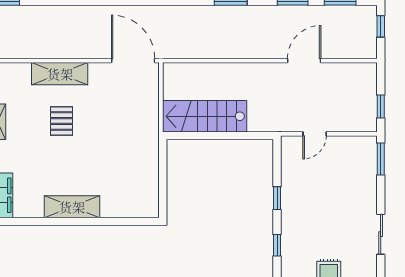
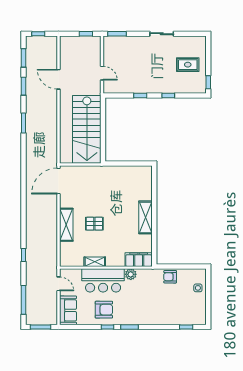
stairs: (205, 116) -> (87, 129), width x1.36, depth x1.51

